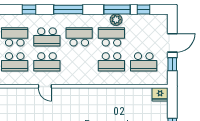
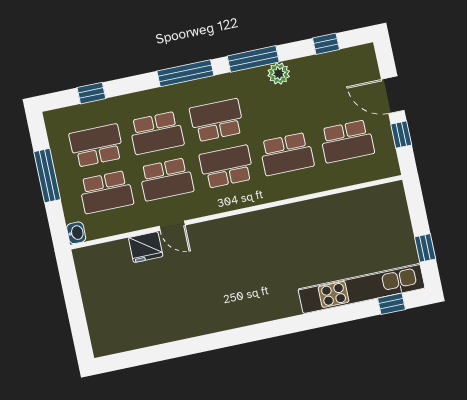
window: (29, 9) -> (91, 93), moved
window: (117, 9) -> (253, 59), moved
school desk: (111, 37) -> (227, 167), moved
door: (172, 43) -> (393, 95), swing flipped
fridge: (160, 94) -> (146, 247), moved

